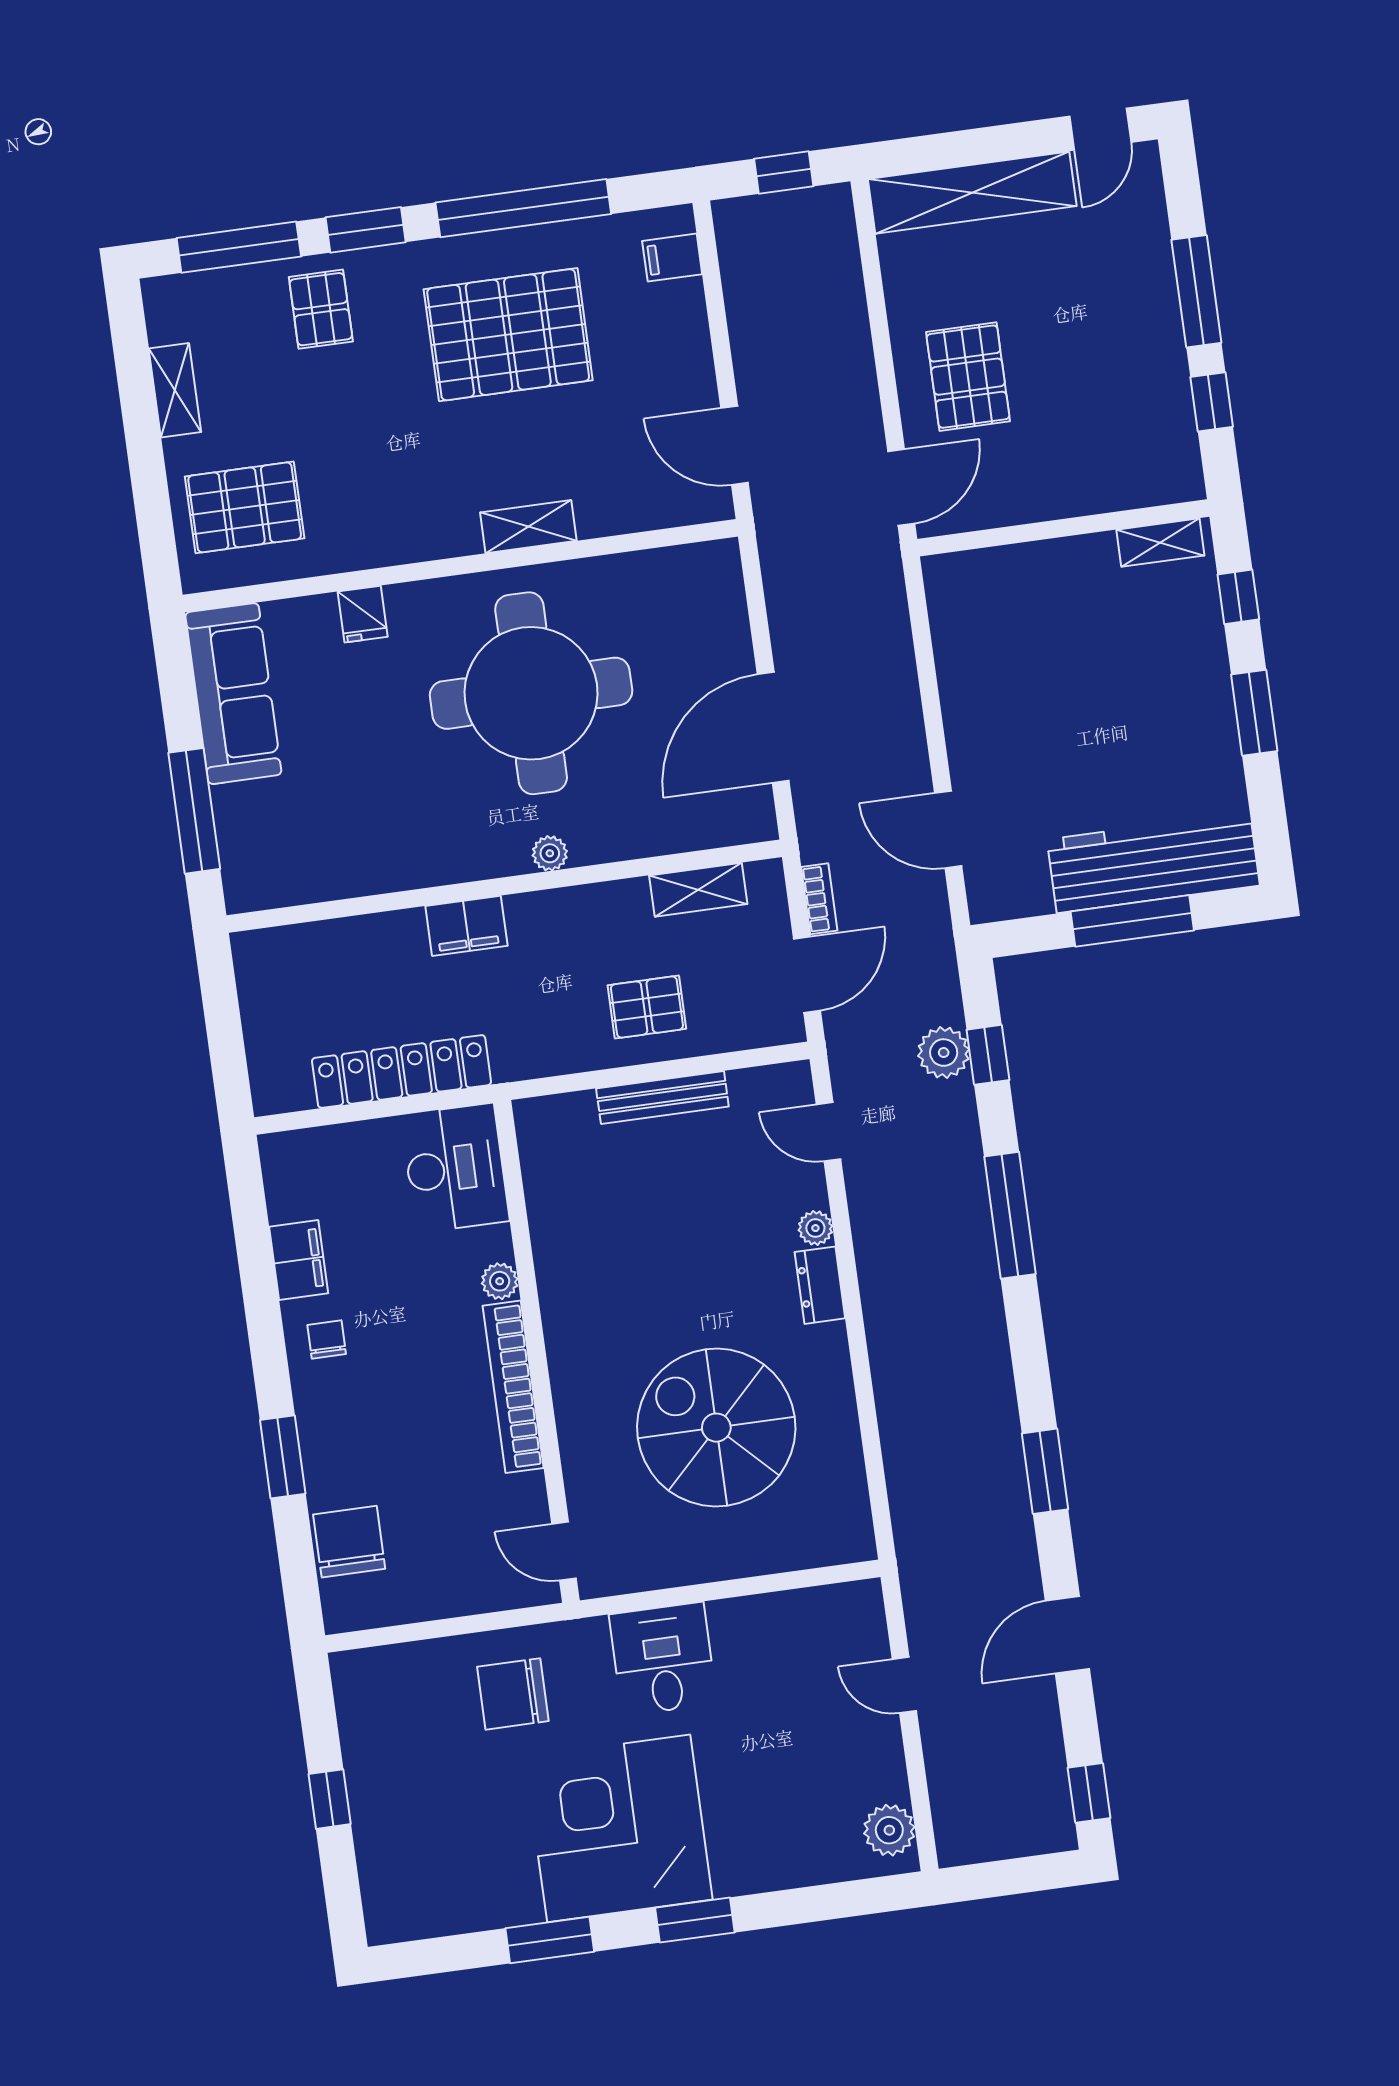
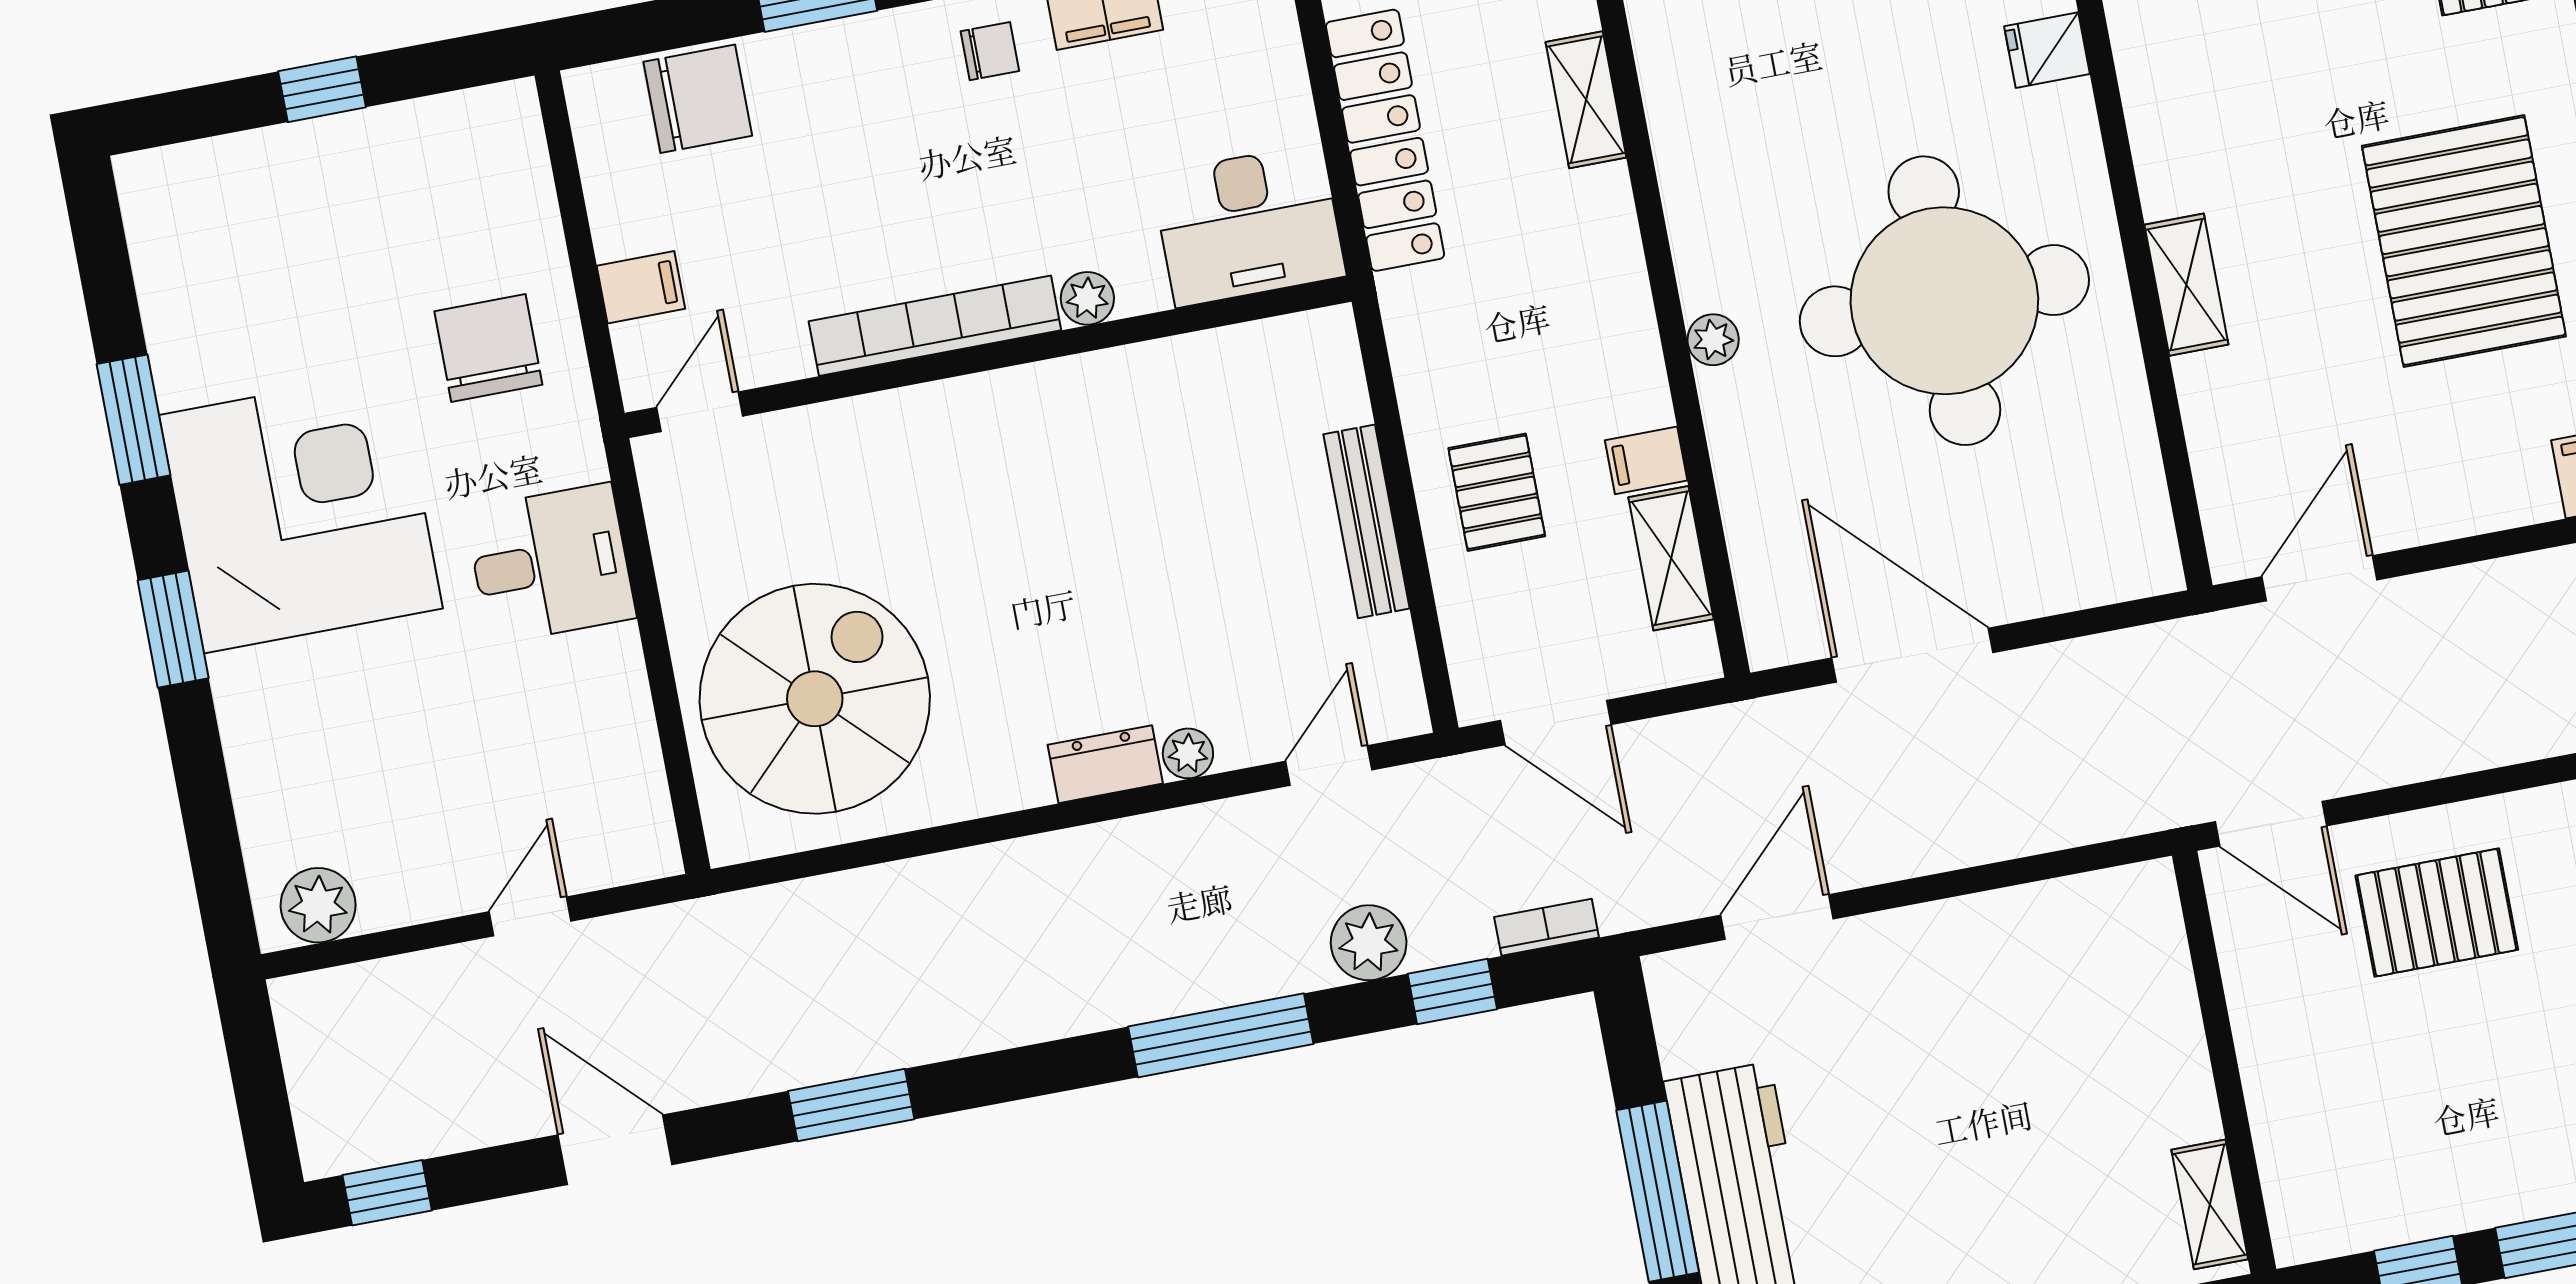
bookcase: (819, 899) -> (1547, 927), moved, turned 180
filing cabinet: (466, 926) -> (1646, 460), moved, width x0.50
shelving: (381, 932) -> (1586, 100), added
plant: (944, 1053) -> (1369, 943), moved
spiral stairs: (716, 1428) -> (815, 699), moved
filing cabinet: (477, 1587) -> (641, 287), added

